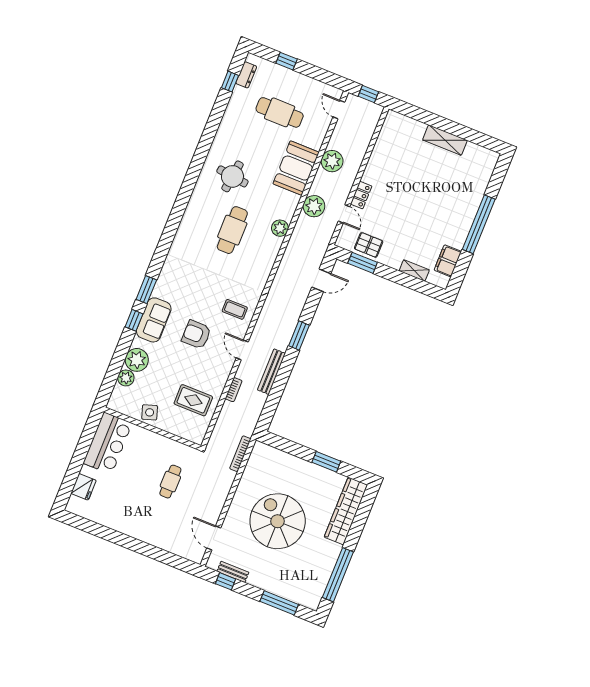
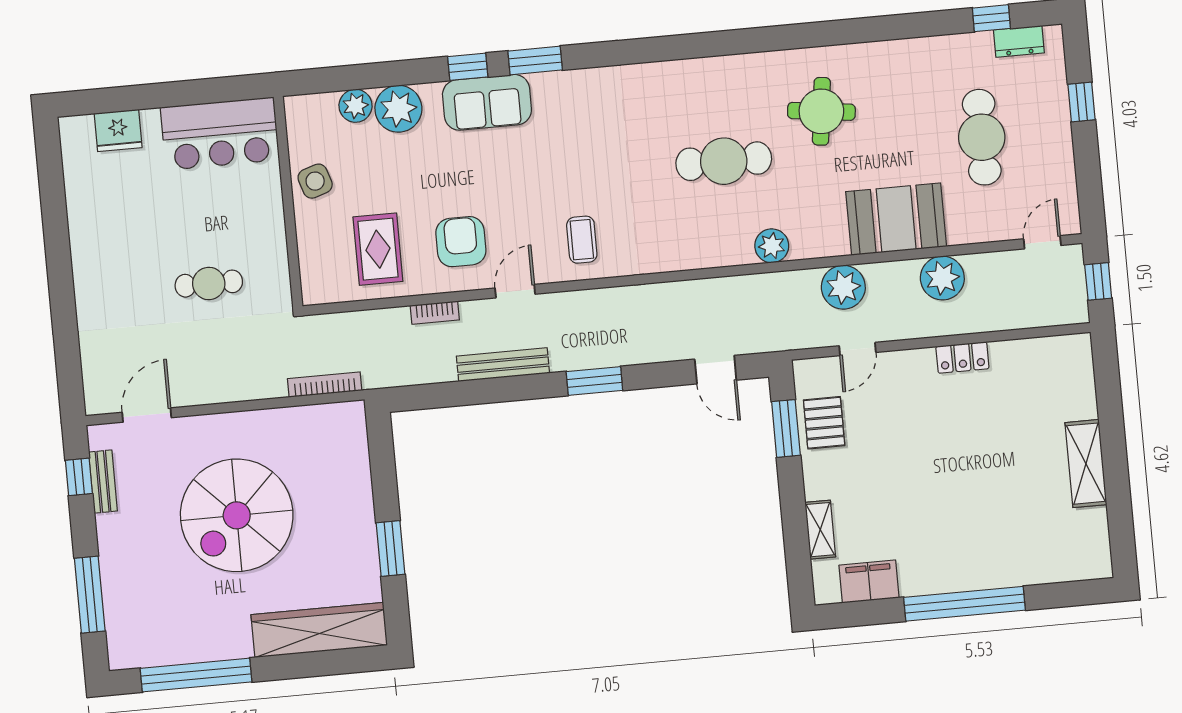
locker: (361, 195) -> (962, 357), moved
armchair: (196, 334) -> (461, 242), moved
spiral stairs: (278, 521) -> (237, 515), turned 180

